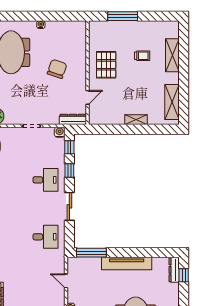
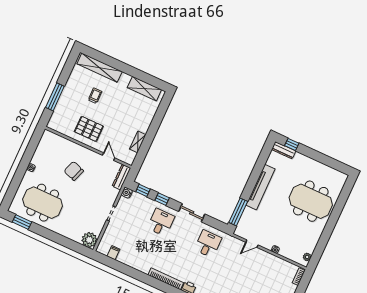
shelving: (172, 55) -> (100, 68), width x1.47
shelving: (136, 120) -> (138, 142), moved

